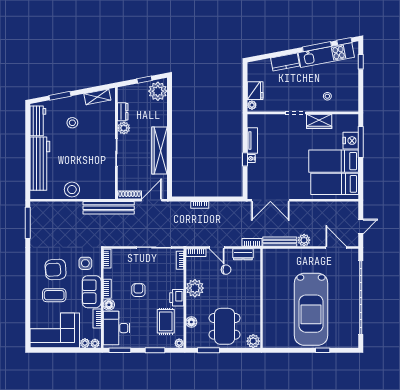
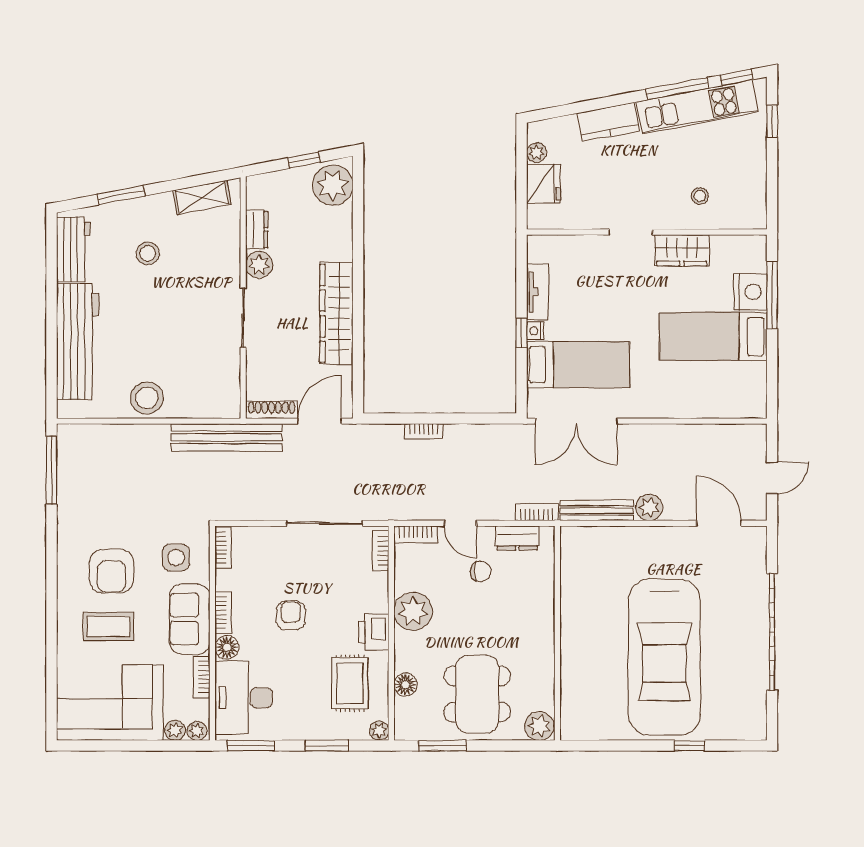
plant: (252, 105) -> (536, 153), moved
bed: (335, 184) -> (578, 365), moved, turned 180
armchair: (56, 270) -> (112, 571), turned -86
garage door: (361, 298) -> (772, 632), width x0.73

